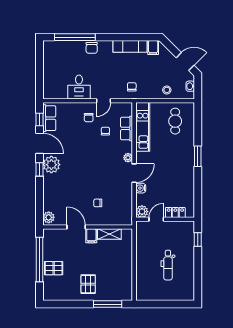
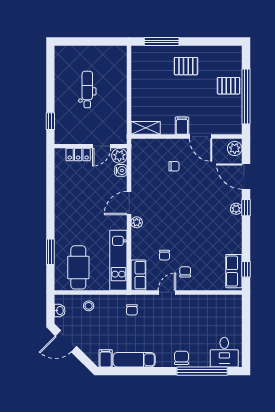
desk: (79, 87) -> (224, 352), moved, turned 180
cafe table: (175, 121) -> (78, 267), width x1.37, depth x1.35
row of seats: (127, 128) -> (138, 275), moved
door: (39, 143) -> (246, 177), moved
window: (198, 156) -> (50, 252), moved
plant: (51, 165) -> (236, 209), width x0.53, depth x0.53
water cooler: (141, 188) -> (121, 170), moved
shelving: (109, 234) -> (146, 128), moved
pallet: (88, 284) -> (186, 66), turned 90

